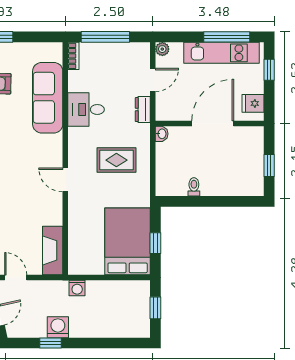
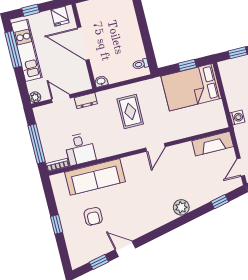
desk: (86, 109) -> (80, 149), moved
toilet: (194, 187) -> (141, 64), moved

